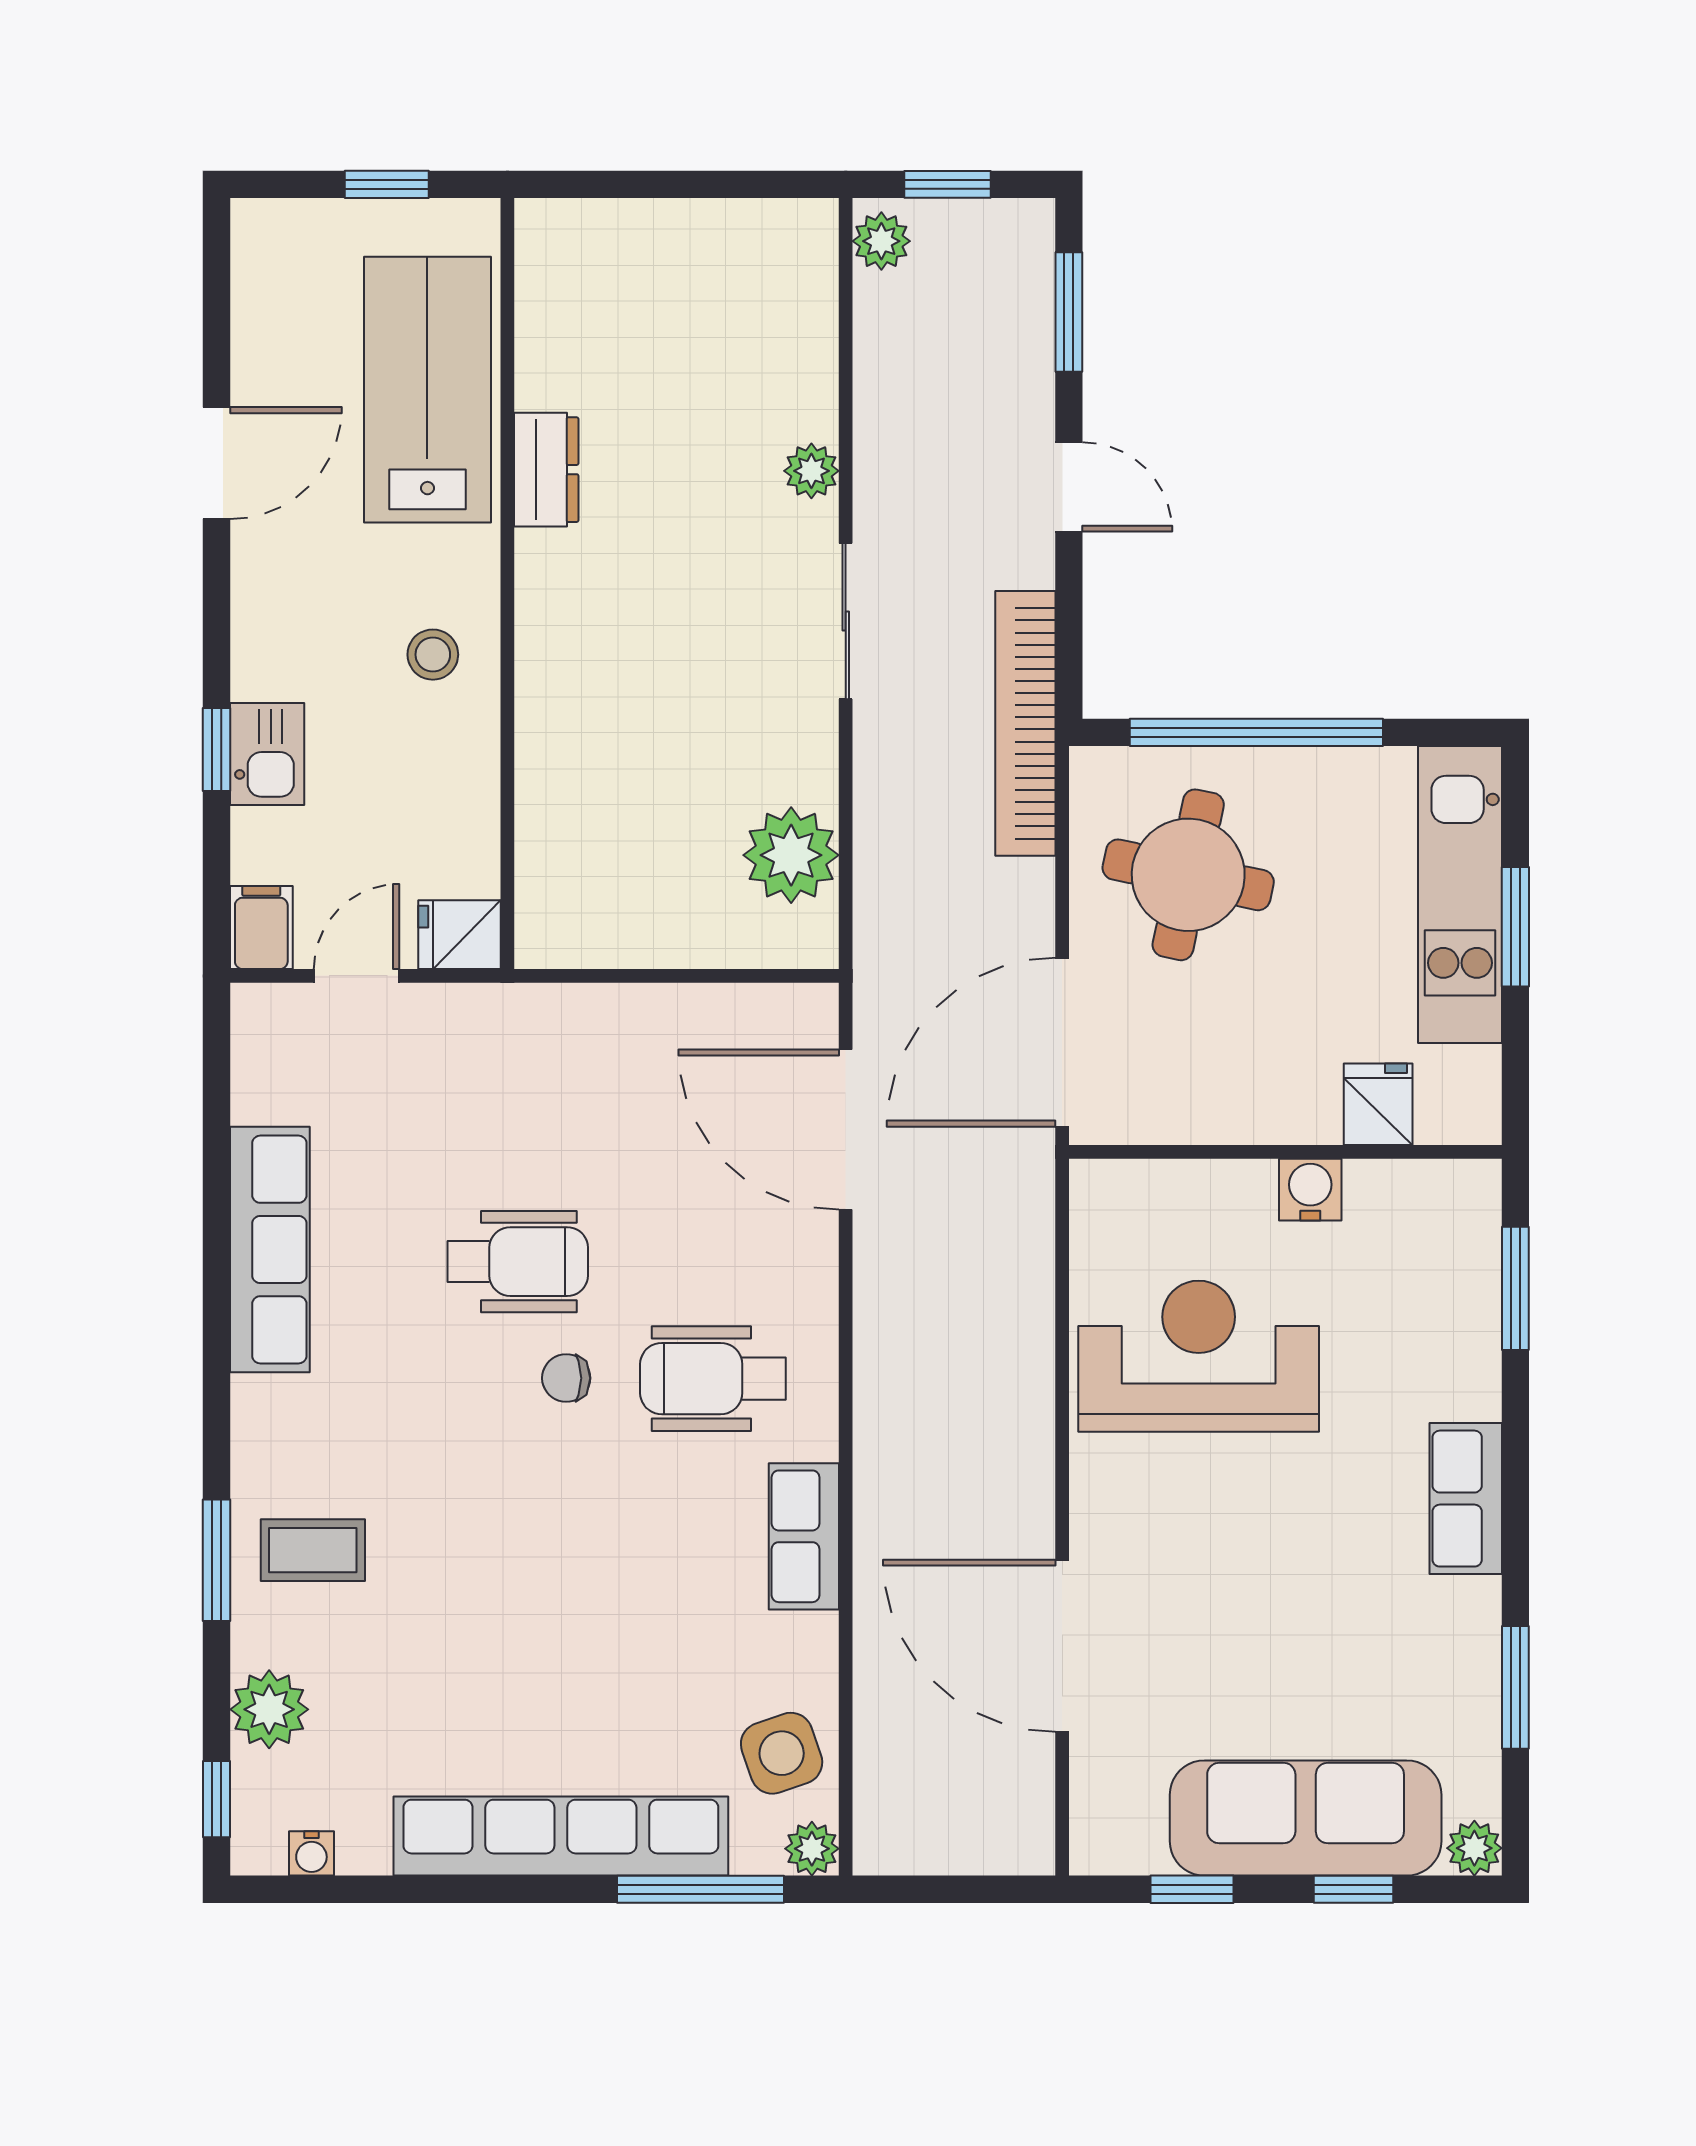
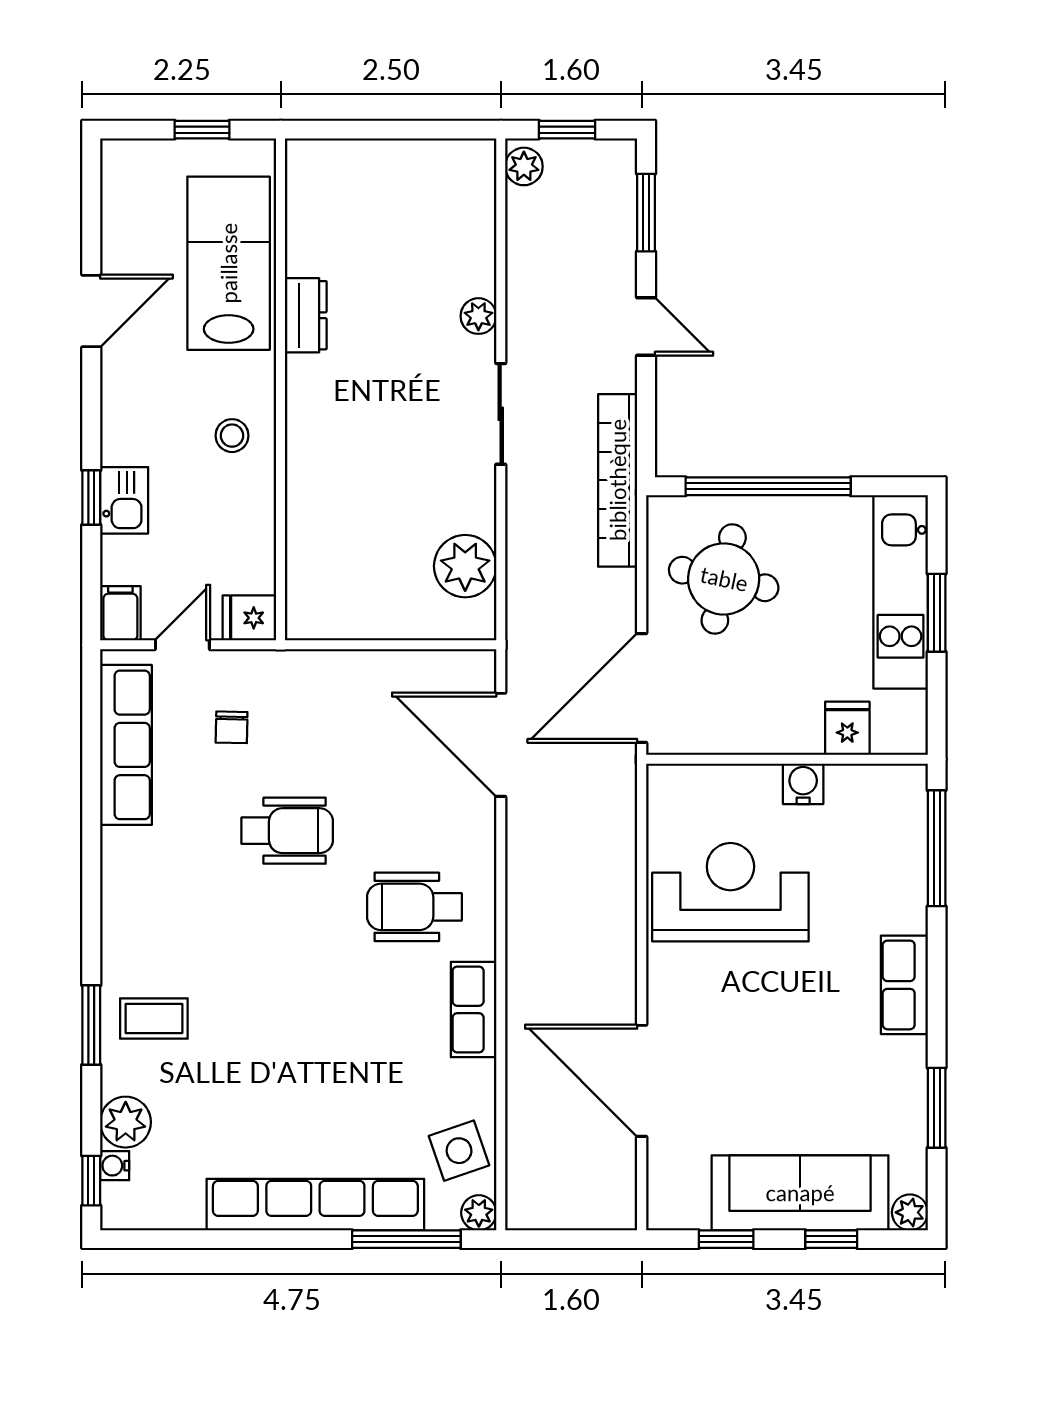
row of seats: (270, 1250) -> (126, 745), moved
window: (1515, 1288) -> (937, 848), width x1.44
chair: (566, 1378) -> (232, 727), moved, turned -89
water cooler: (311, 1853) -> (115, 1166), moved, turned 90

